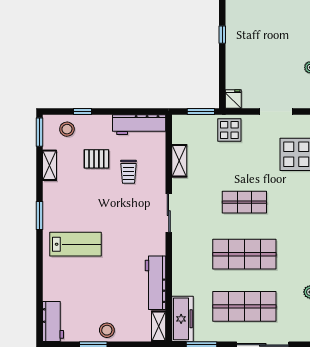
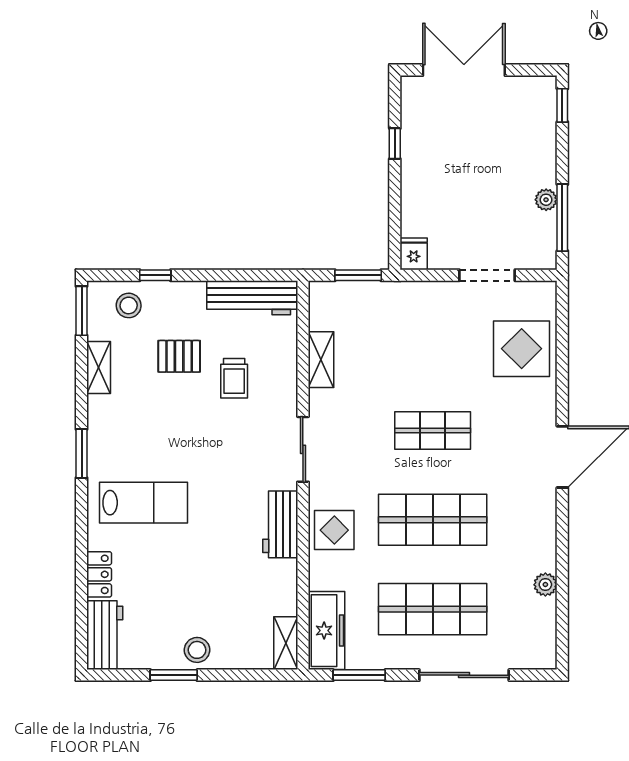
display table: (229, 130) -> (334, 530), moved
workbench: (155, 283) -> (280, 524), moved, width x0.73
locker: (50, 286) -> (99, 574), added

